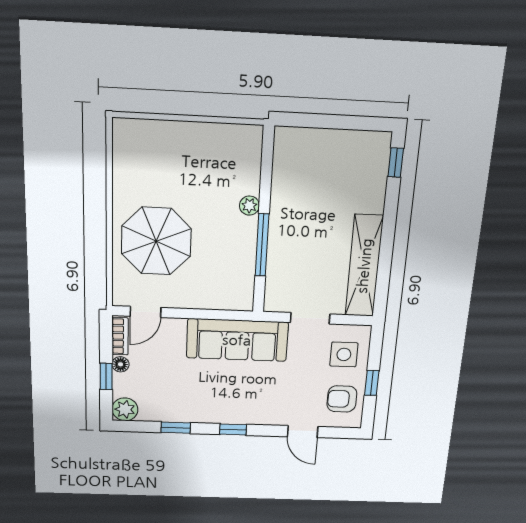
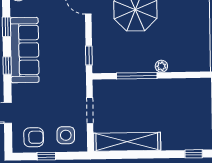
window: (225, 315) -> (89, 56), added
sofa: (237, 340) -> (25, 50), moved, turned 180
armchair: (342, 399) -> (34, 137), turned 90

